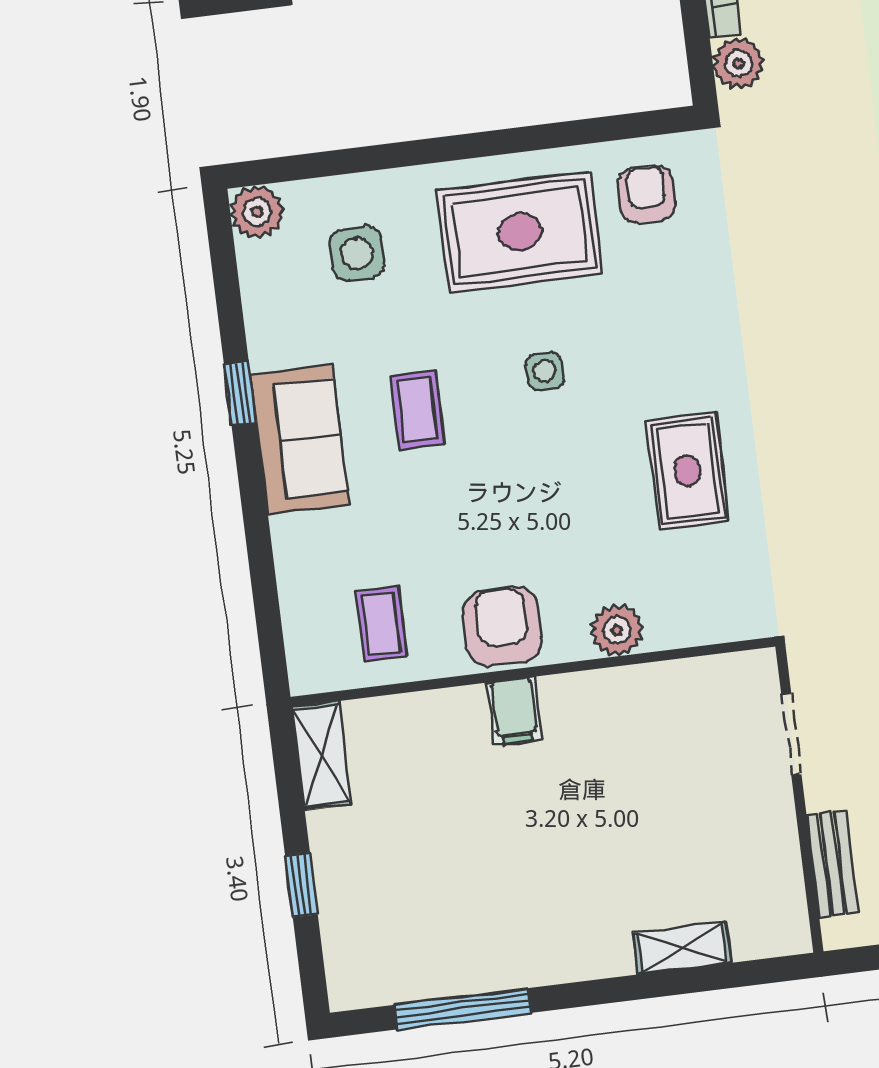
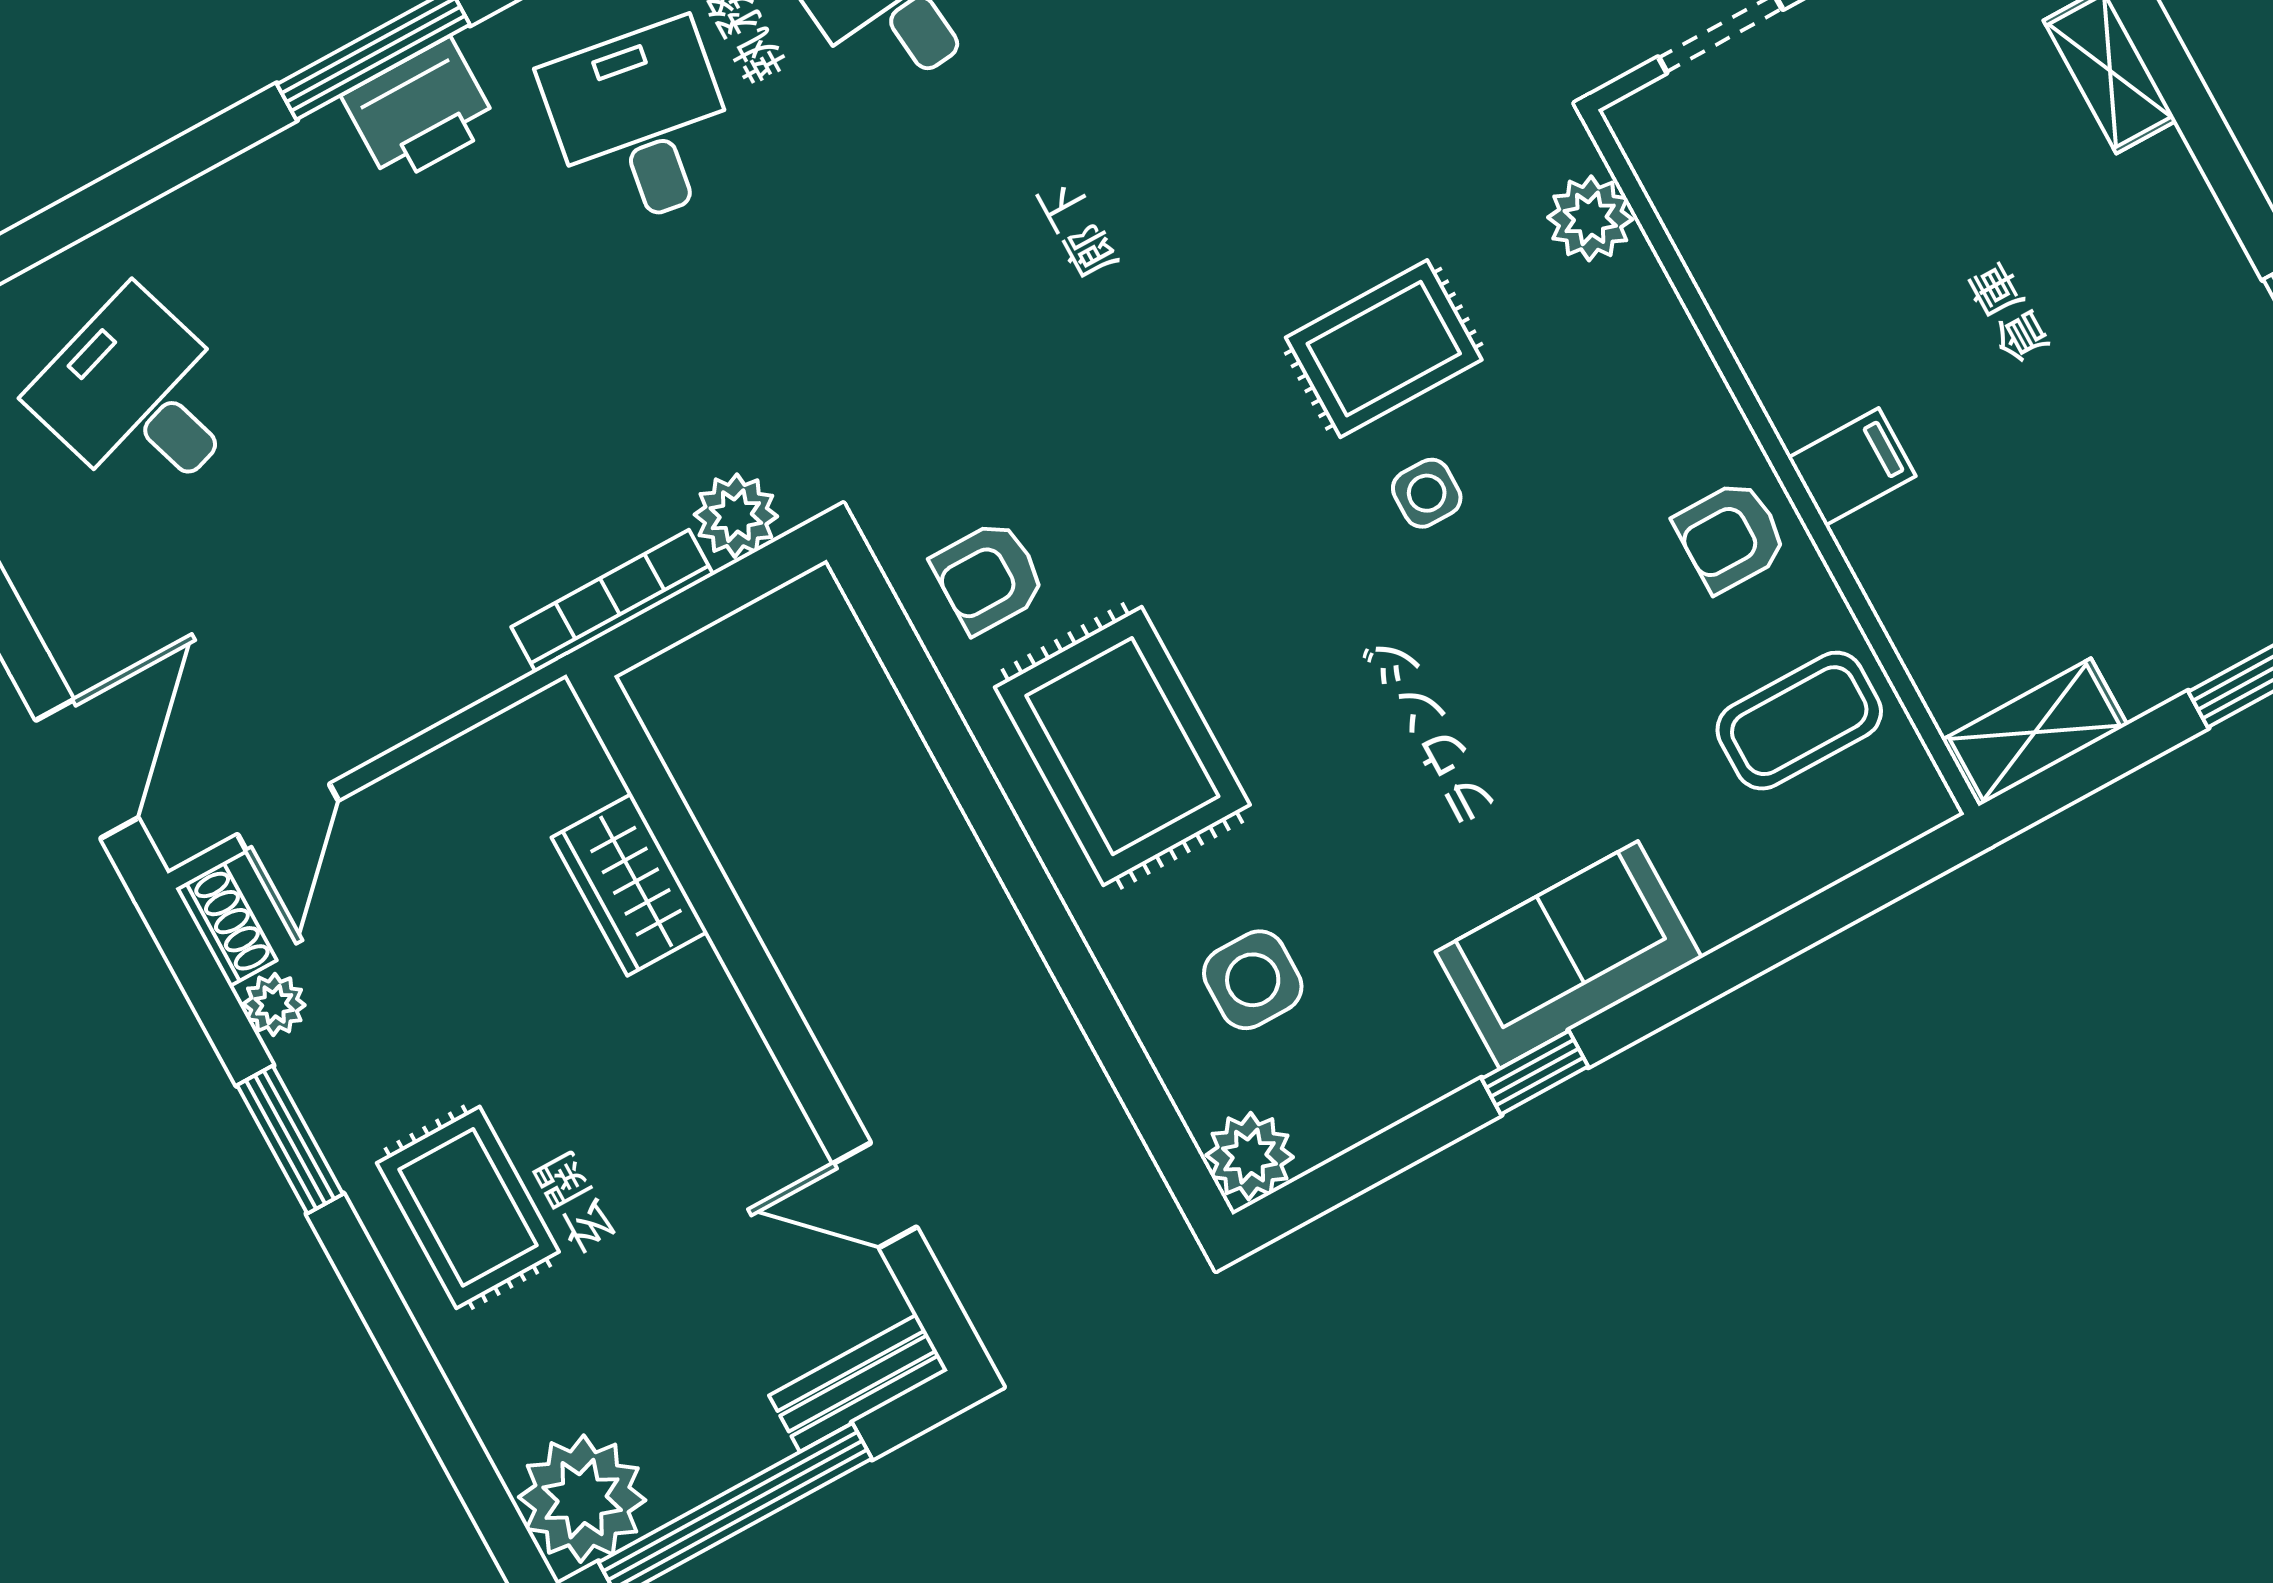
side table: (545, 371) -> (1427, 493), moved
coffee table: (417, 410) -> (1453, 794), removed
coffee table: (381, 624) -> (1799, 721), width x1.36, depth x1.30
armchair: (502, 626) -> (1731, 536), width x0.72, depth x0.72
plant: (617, 630) -> (1590, 218), moved

